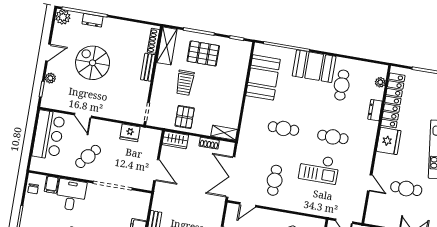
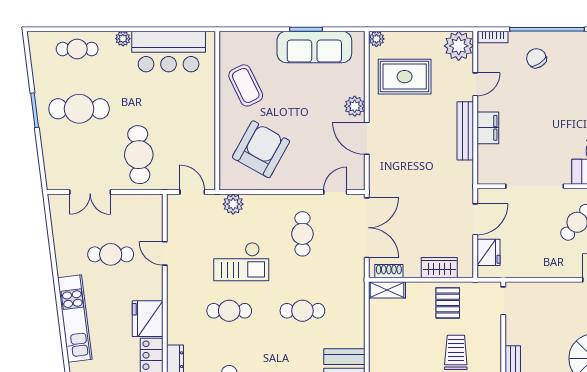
fridge: (130, 133) -> (489, 252), moved, turned 90
wardrobe: (175, 140) -> (439, 268), moved
shoe rack: (209, 143) -> (389, 271), moved
checkout: (319, 169) -> (241, 262), turned 180
door: (156, 170) -> (475, 219), swing flipped
plant: (318, 208) -> (233, 204), added

